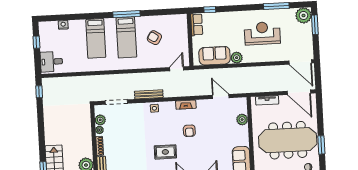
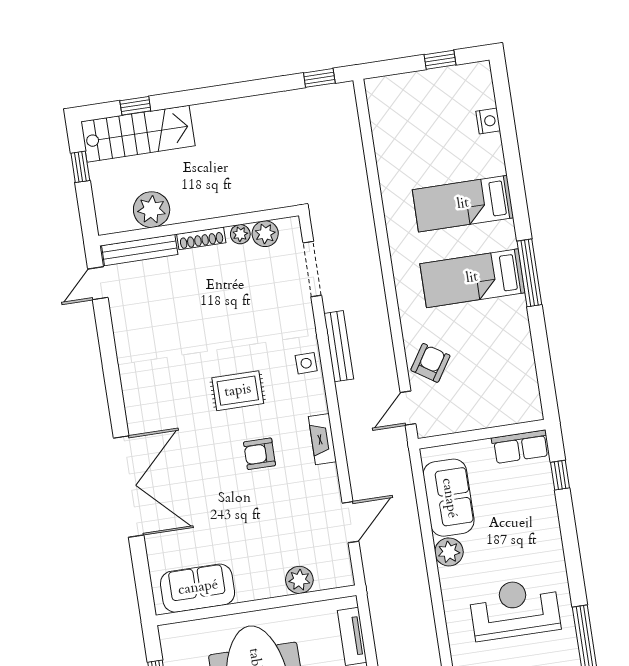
reception desk: (262, 33) -> (515, 609), turned -90
armchair: (154, 38) -> (430, 363), moved
desk: (51, 62) -> (396, 101), removed
door: (177, 69) -> (408, 408), swing flipped
rug: (165, 152) -> (238, 391), moved, turned 90

